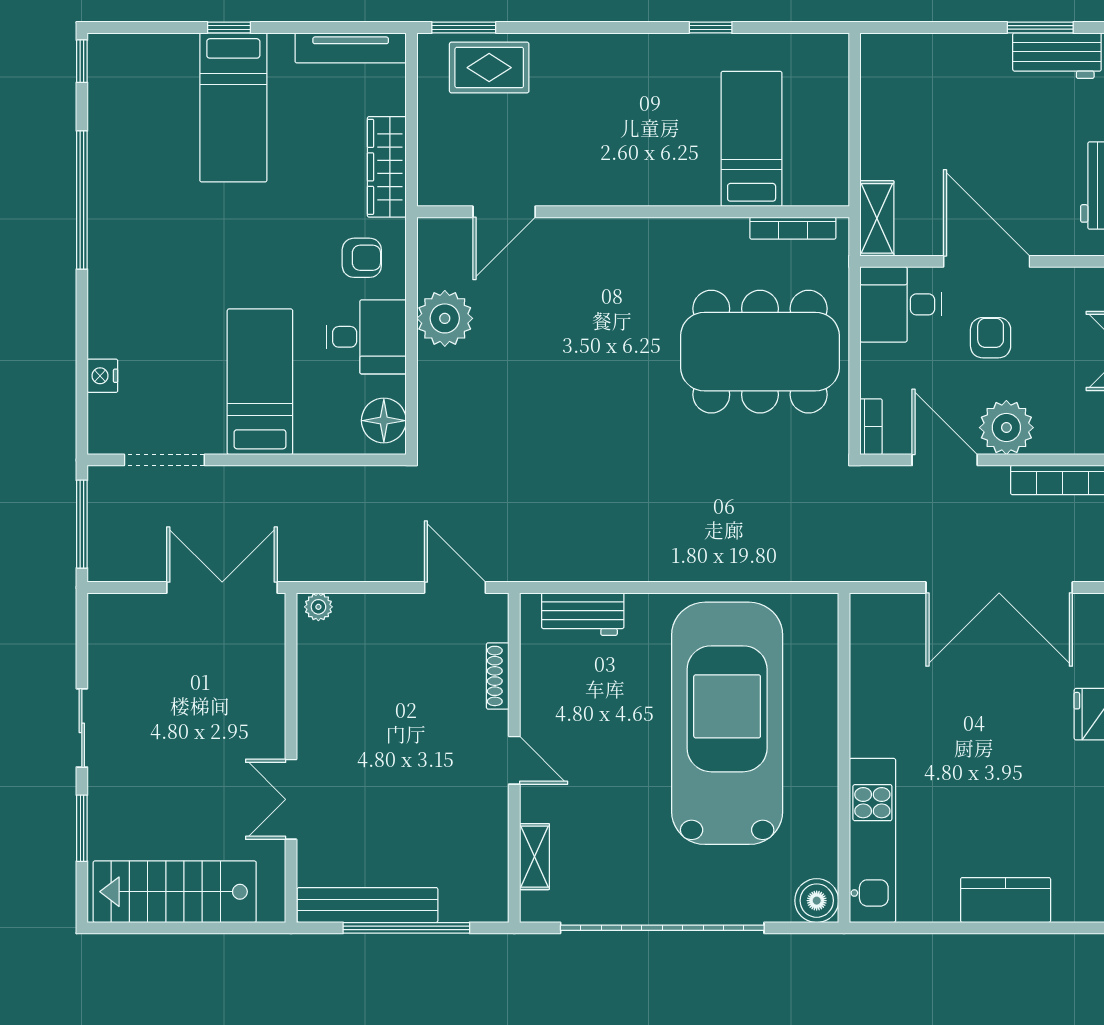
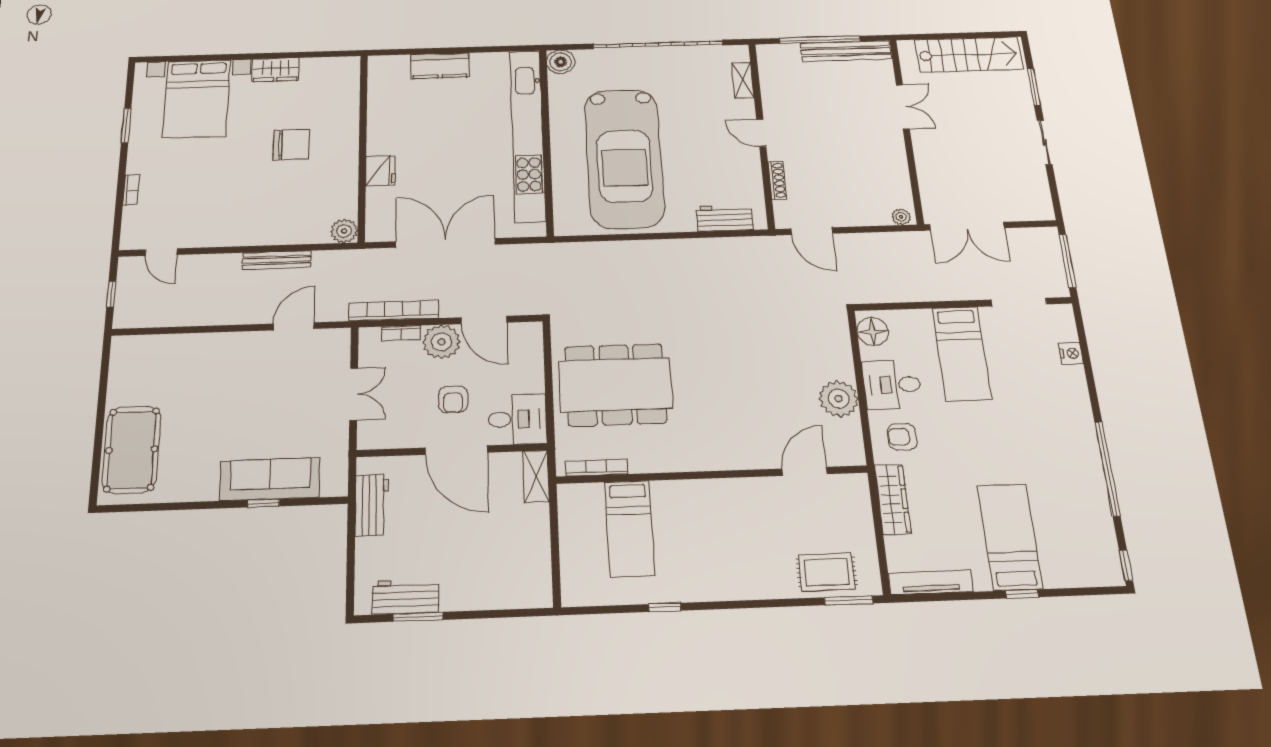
bookcase: (871, 427) -> (401, 333), moved, turned -90
kitchen unit: (872, 840) -> (528, 135), width x1.86

